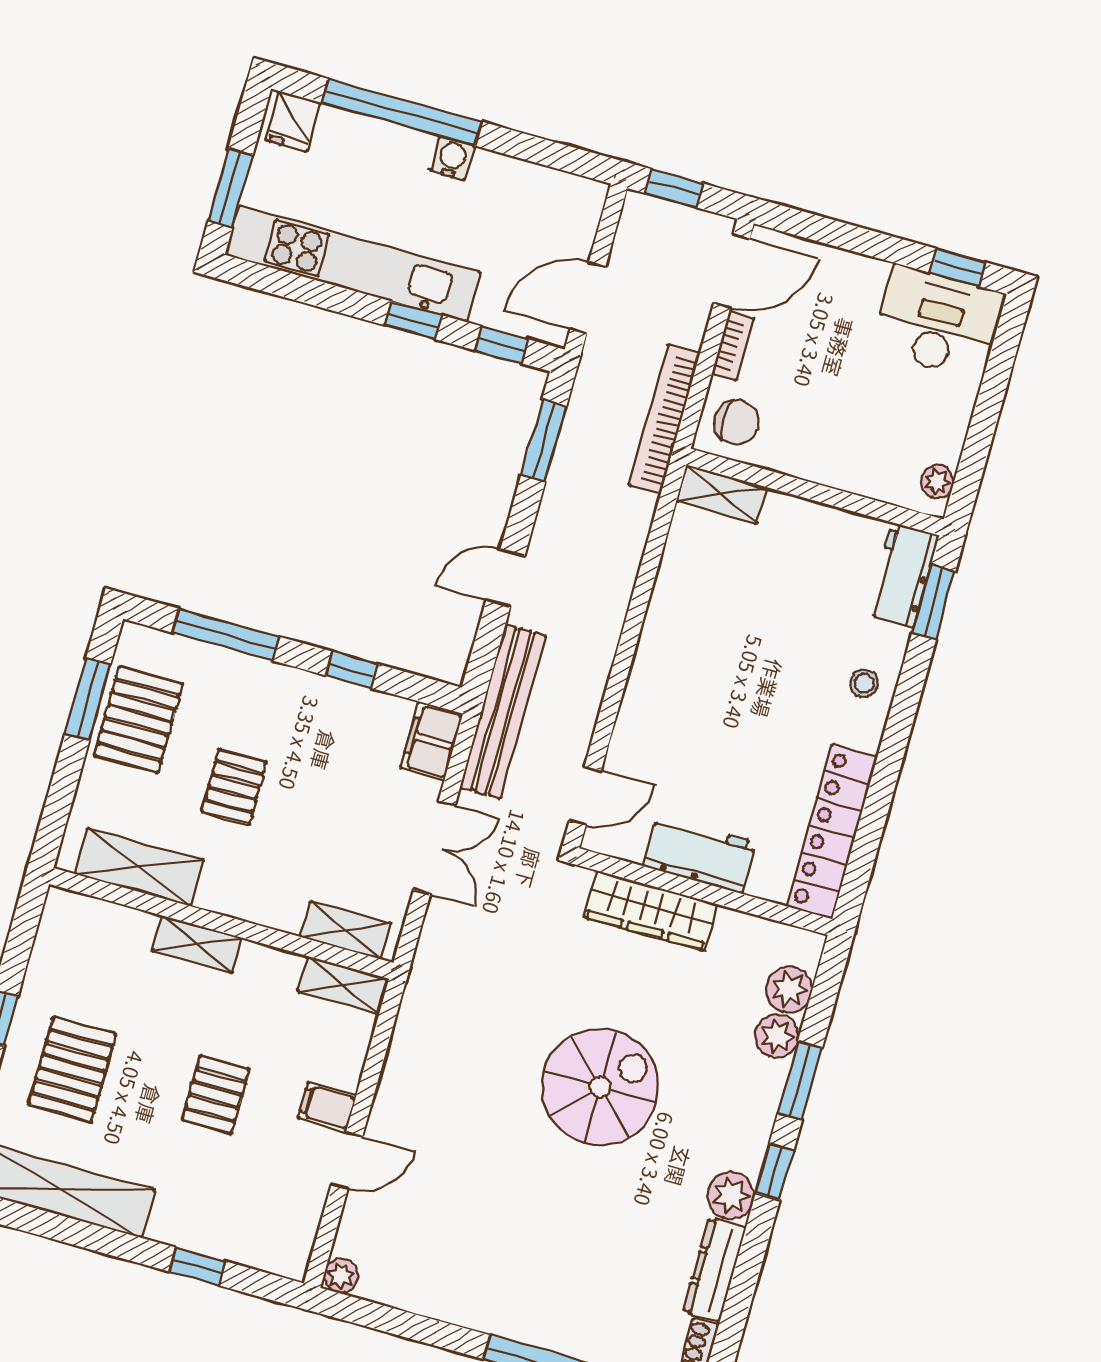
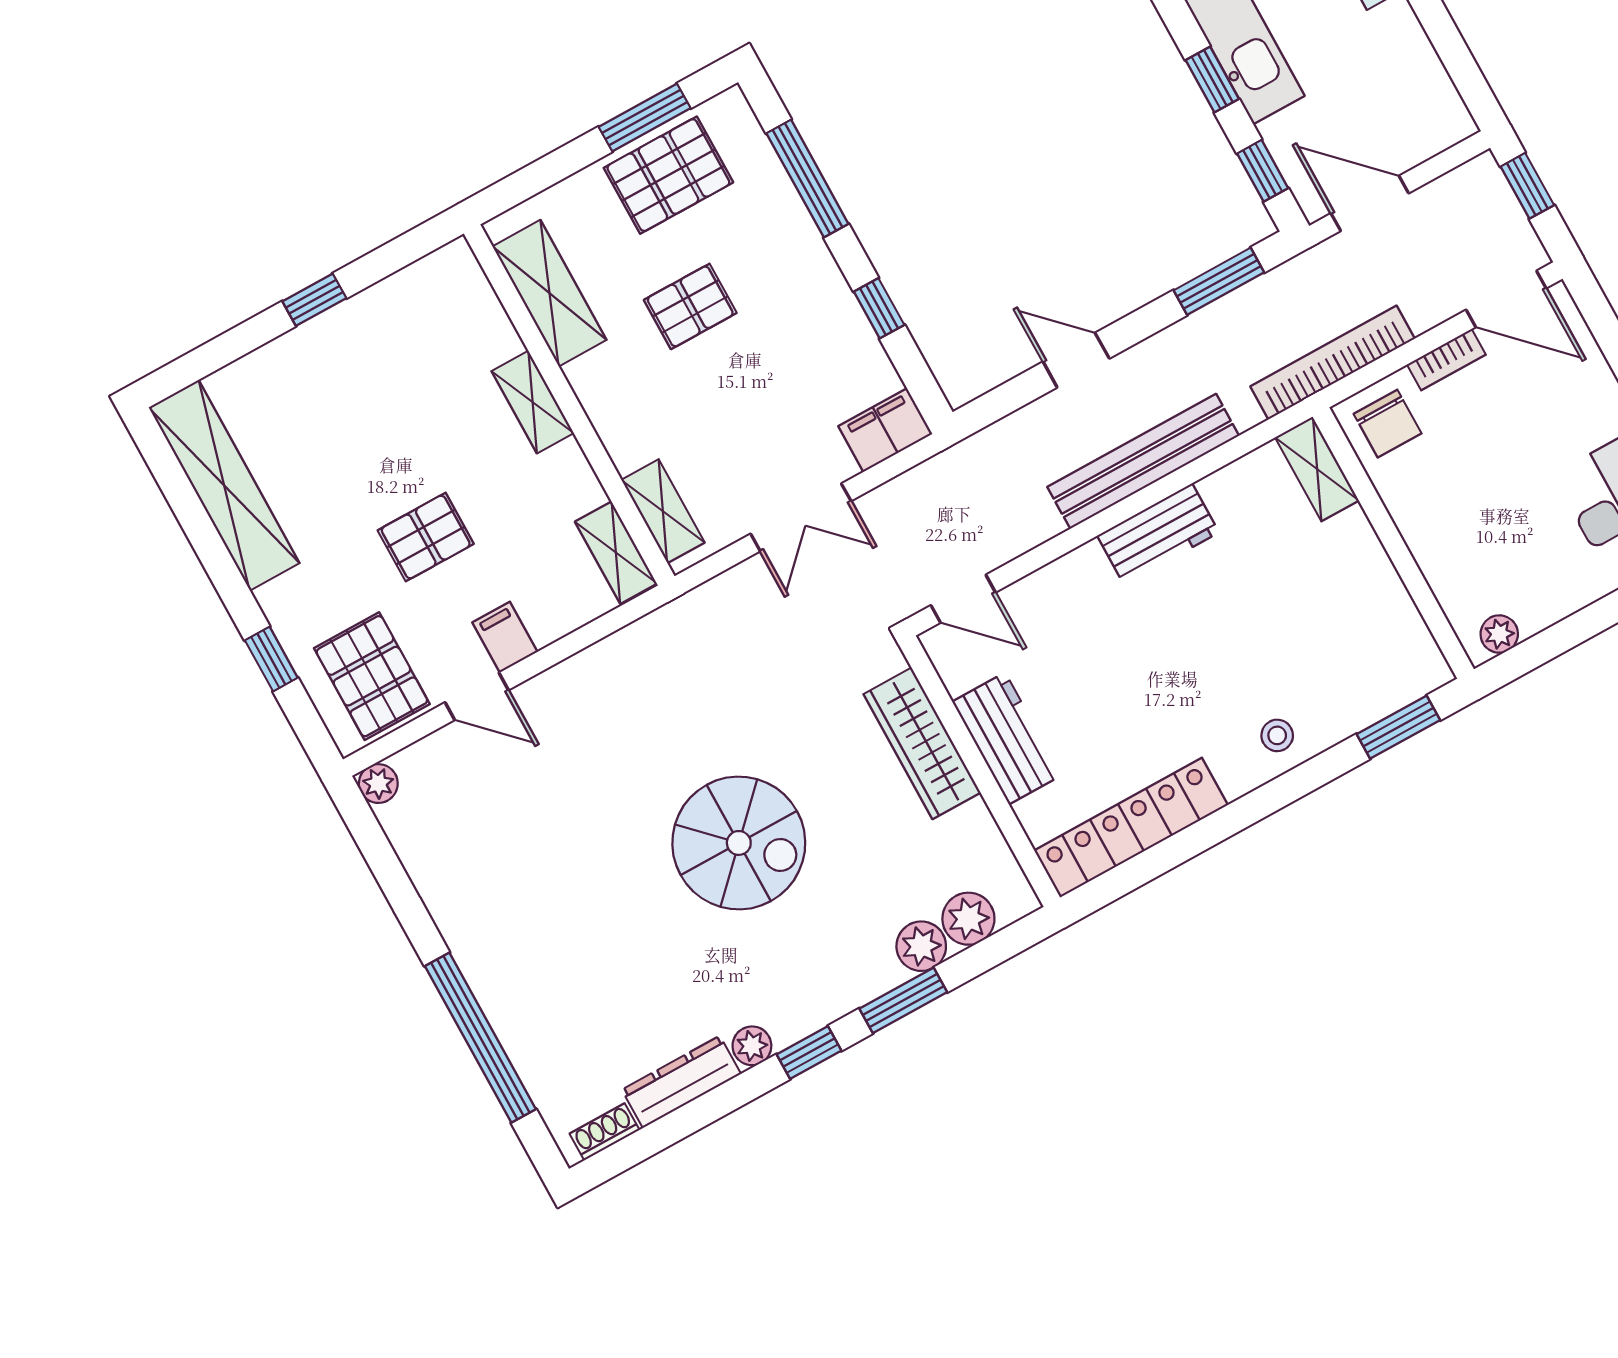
workbench: (903, 575) -> (1158, 534), moved, turned 180
bench: (503, 711) -> (1143, 461), moved
pallet: (72, 1070) -> (372, 676), moved, turned 90
plant: (731, 1196) -> (752, 1046), width x0.73, depth x0.73

